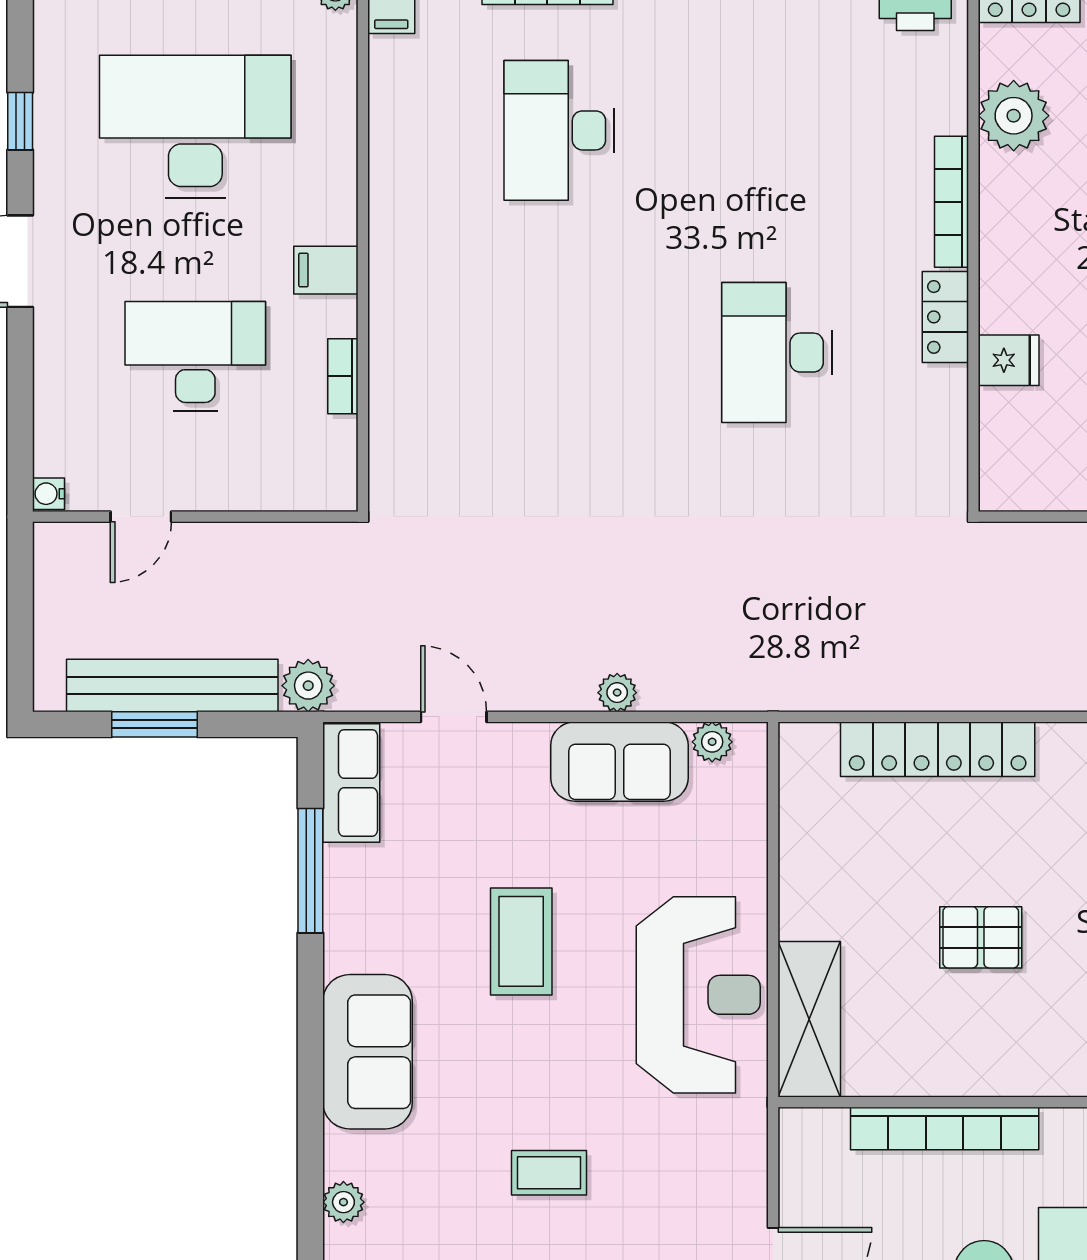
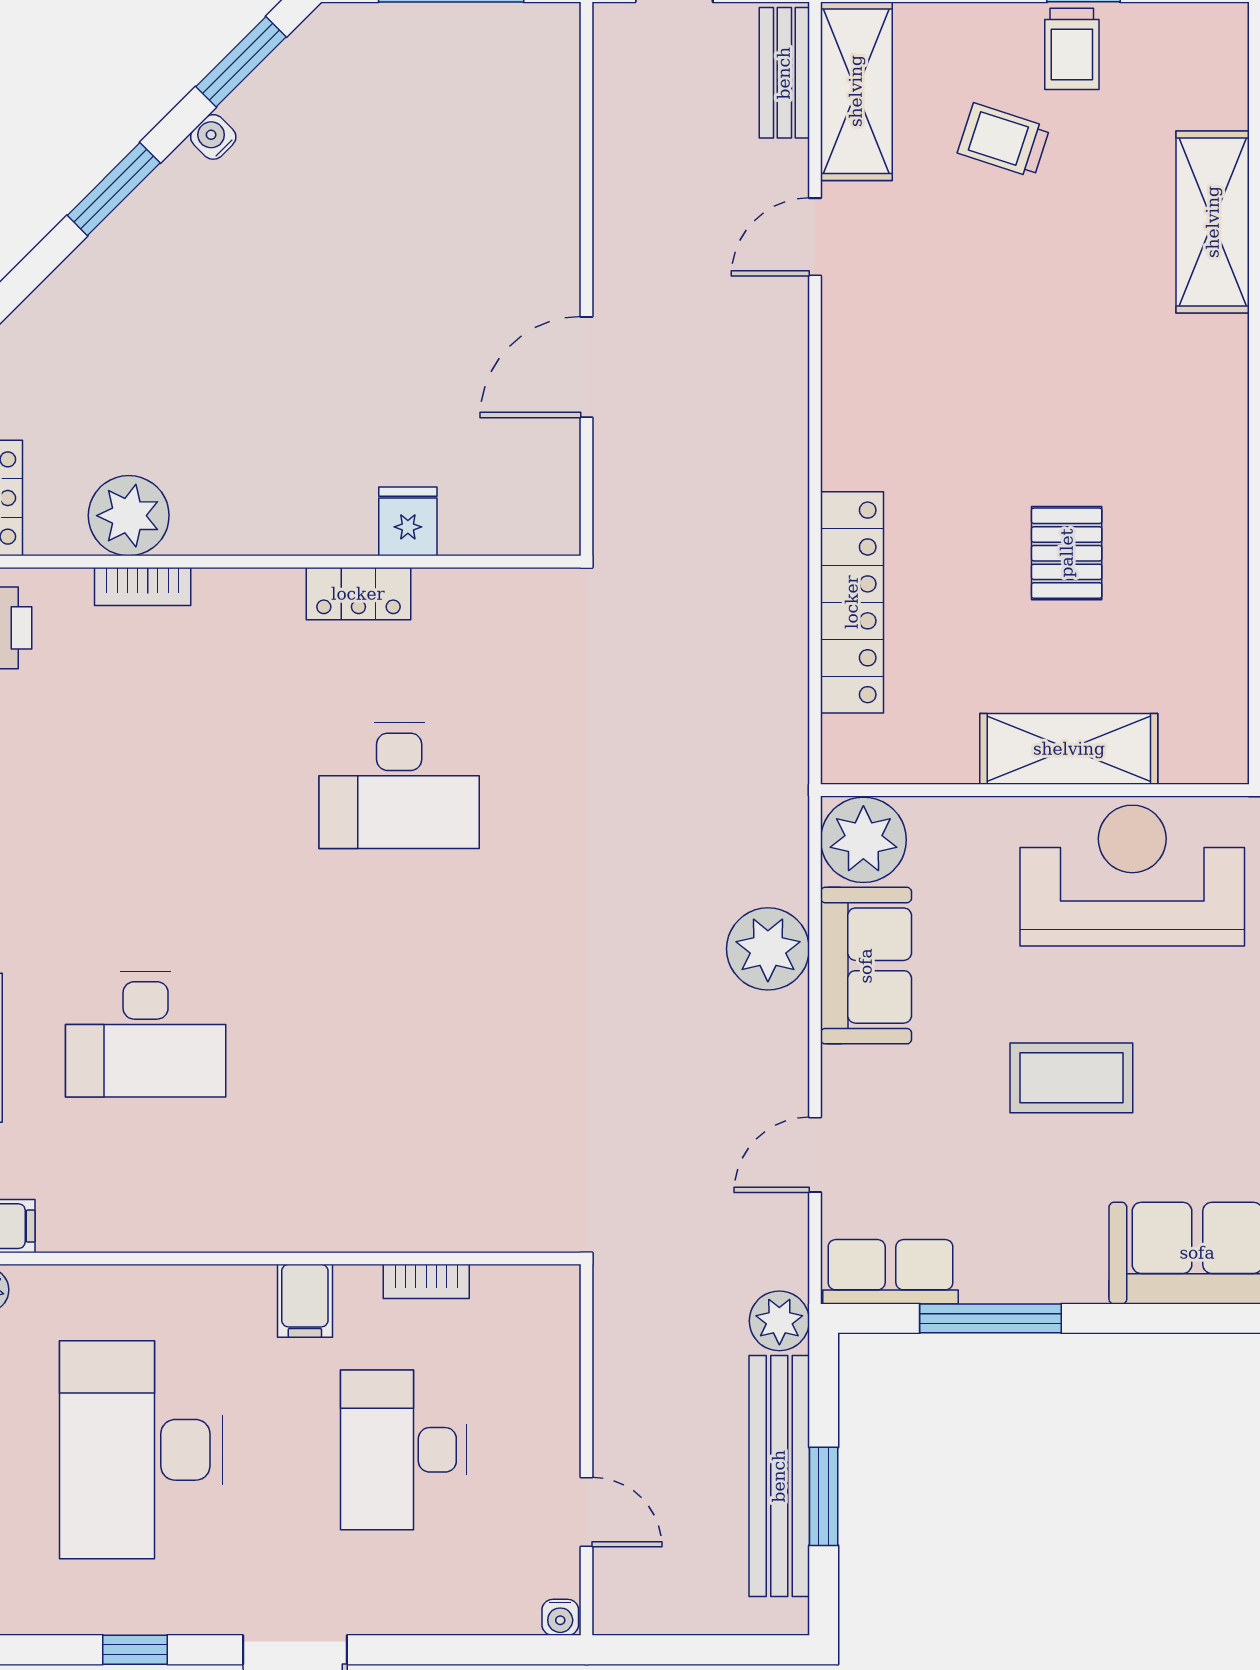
bookcase: (952, 202) -> (143, 587), moved, width x0.64
plant: (617, 693) -> (768, 949), width x1.88, depth x1.88
plant: (712, 742) -> (863, 840), width x1.87, depth x1.87
shelving: (809, 1019) -> (1069, 749), moved

